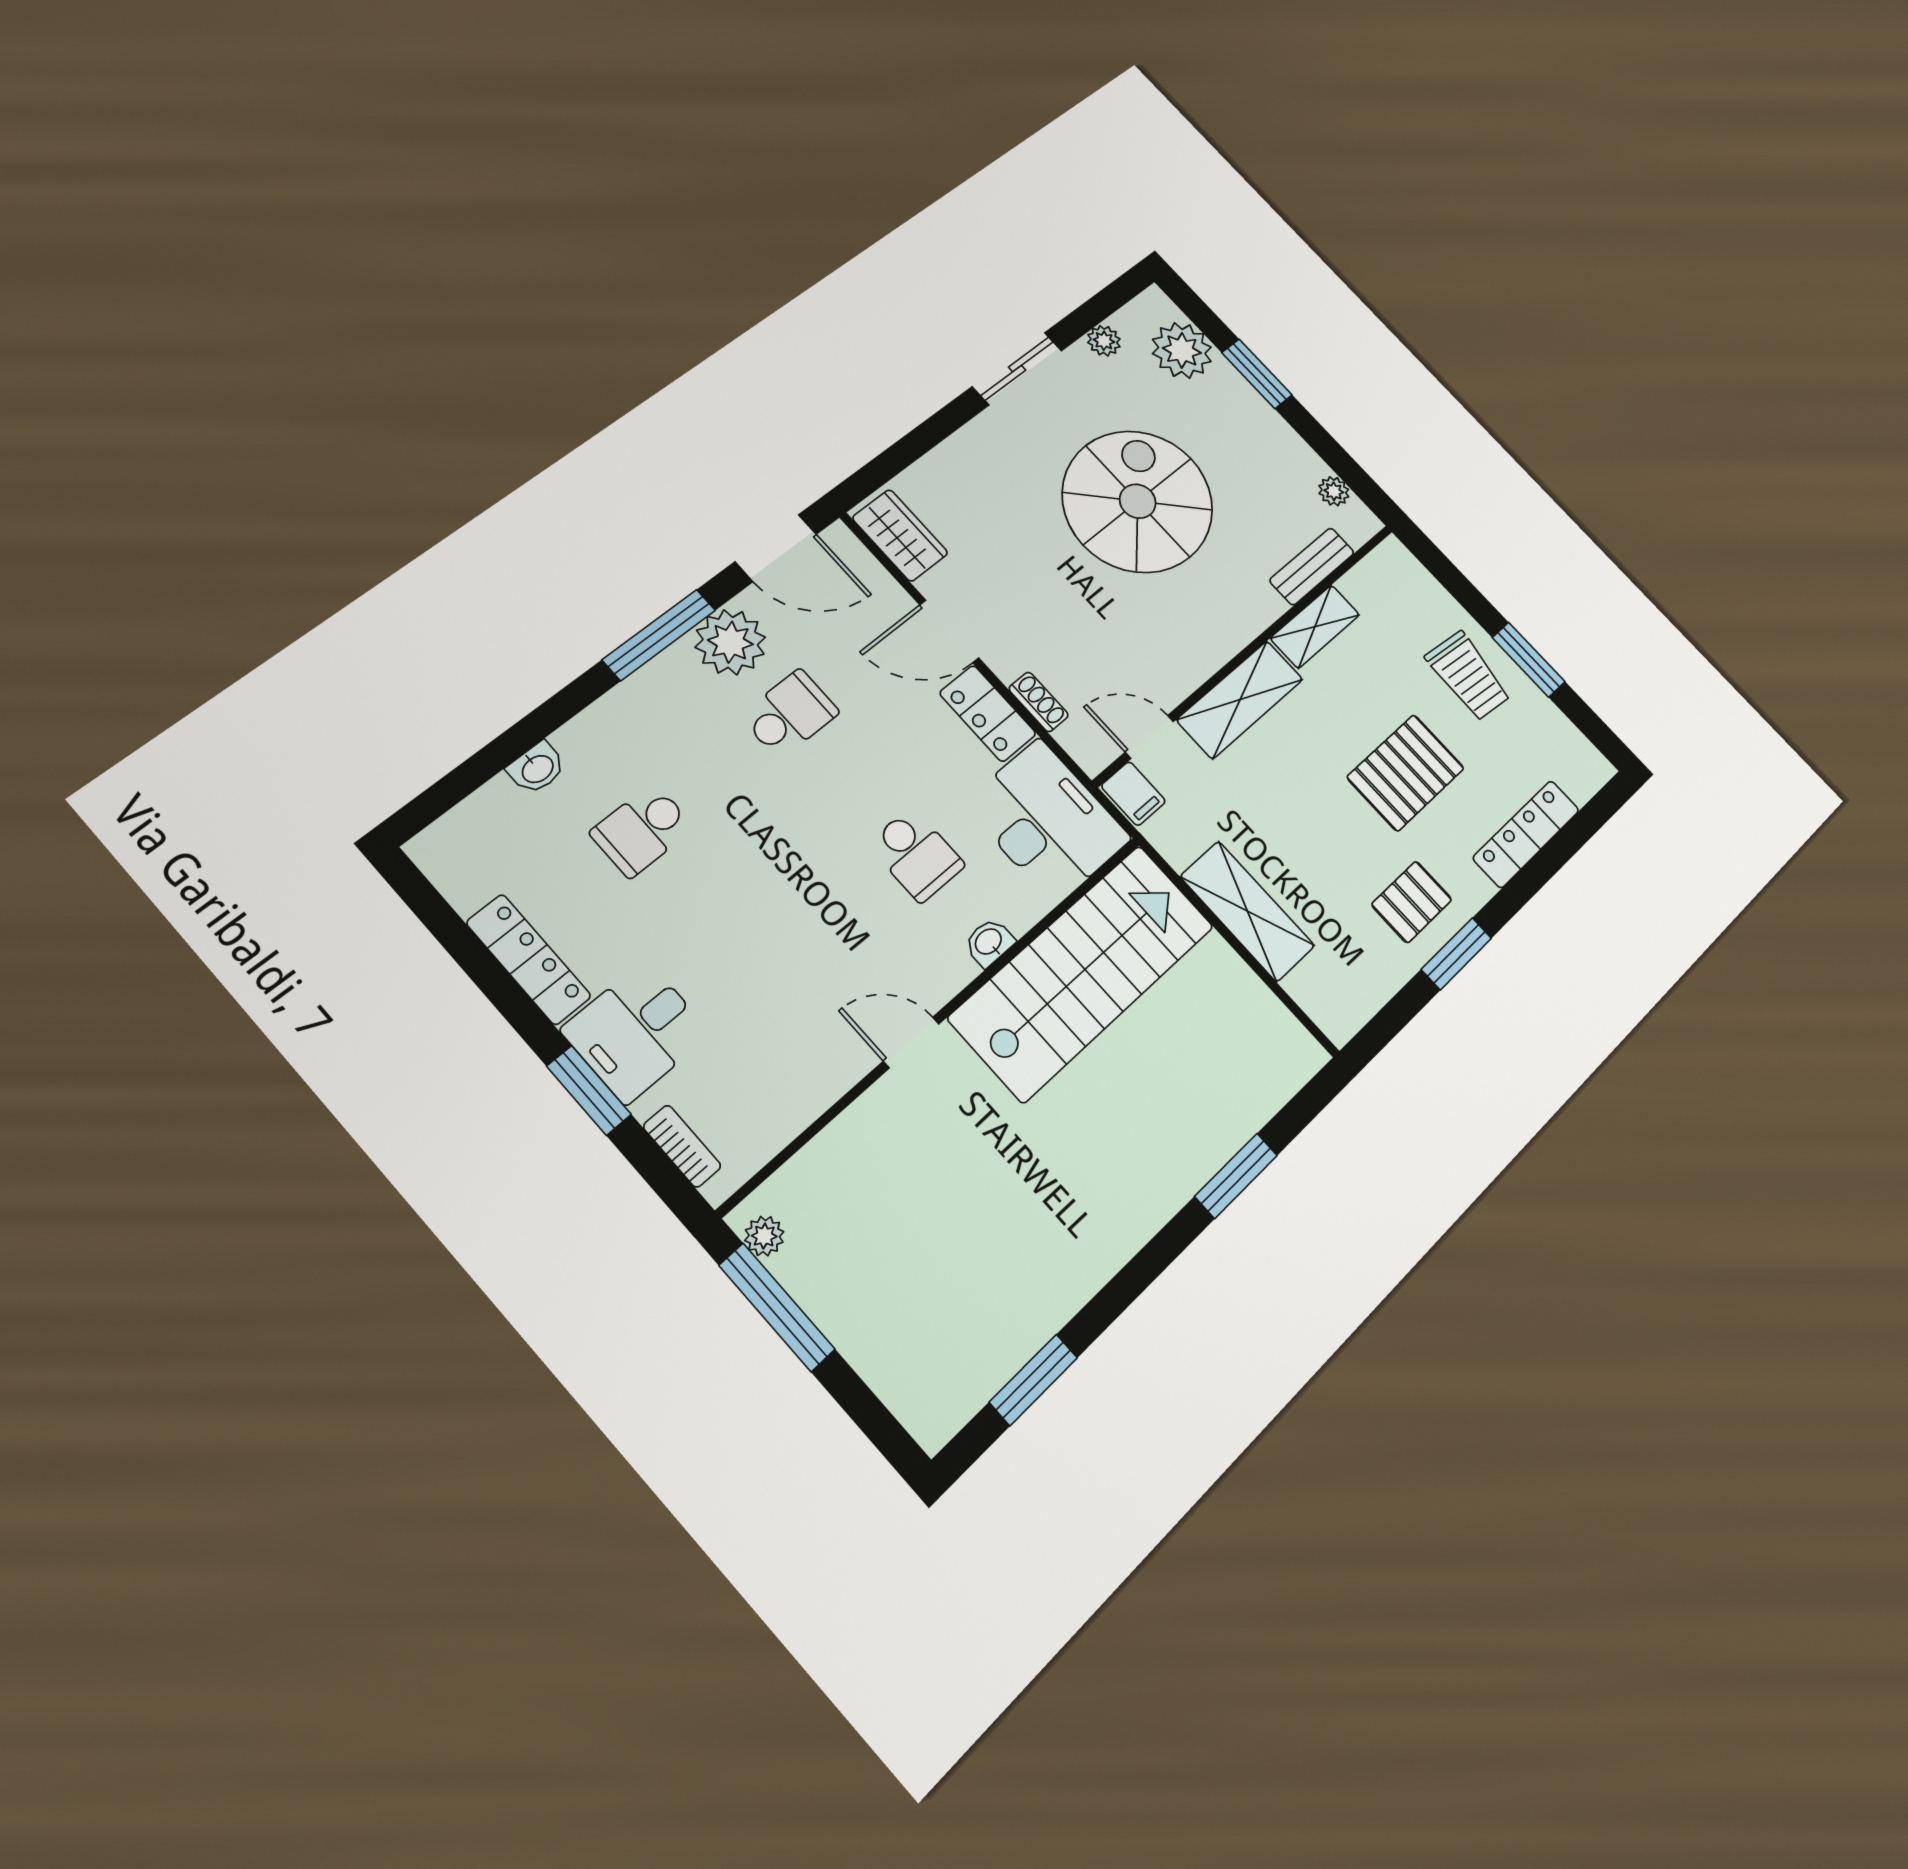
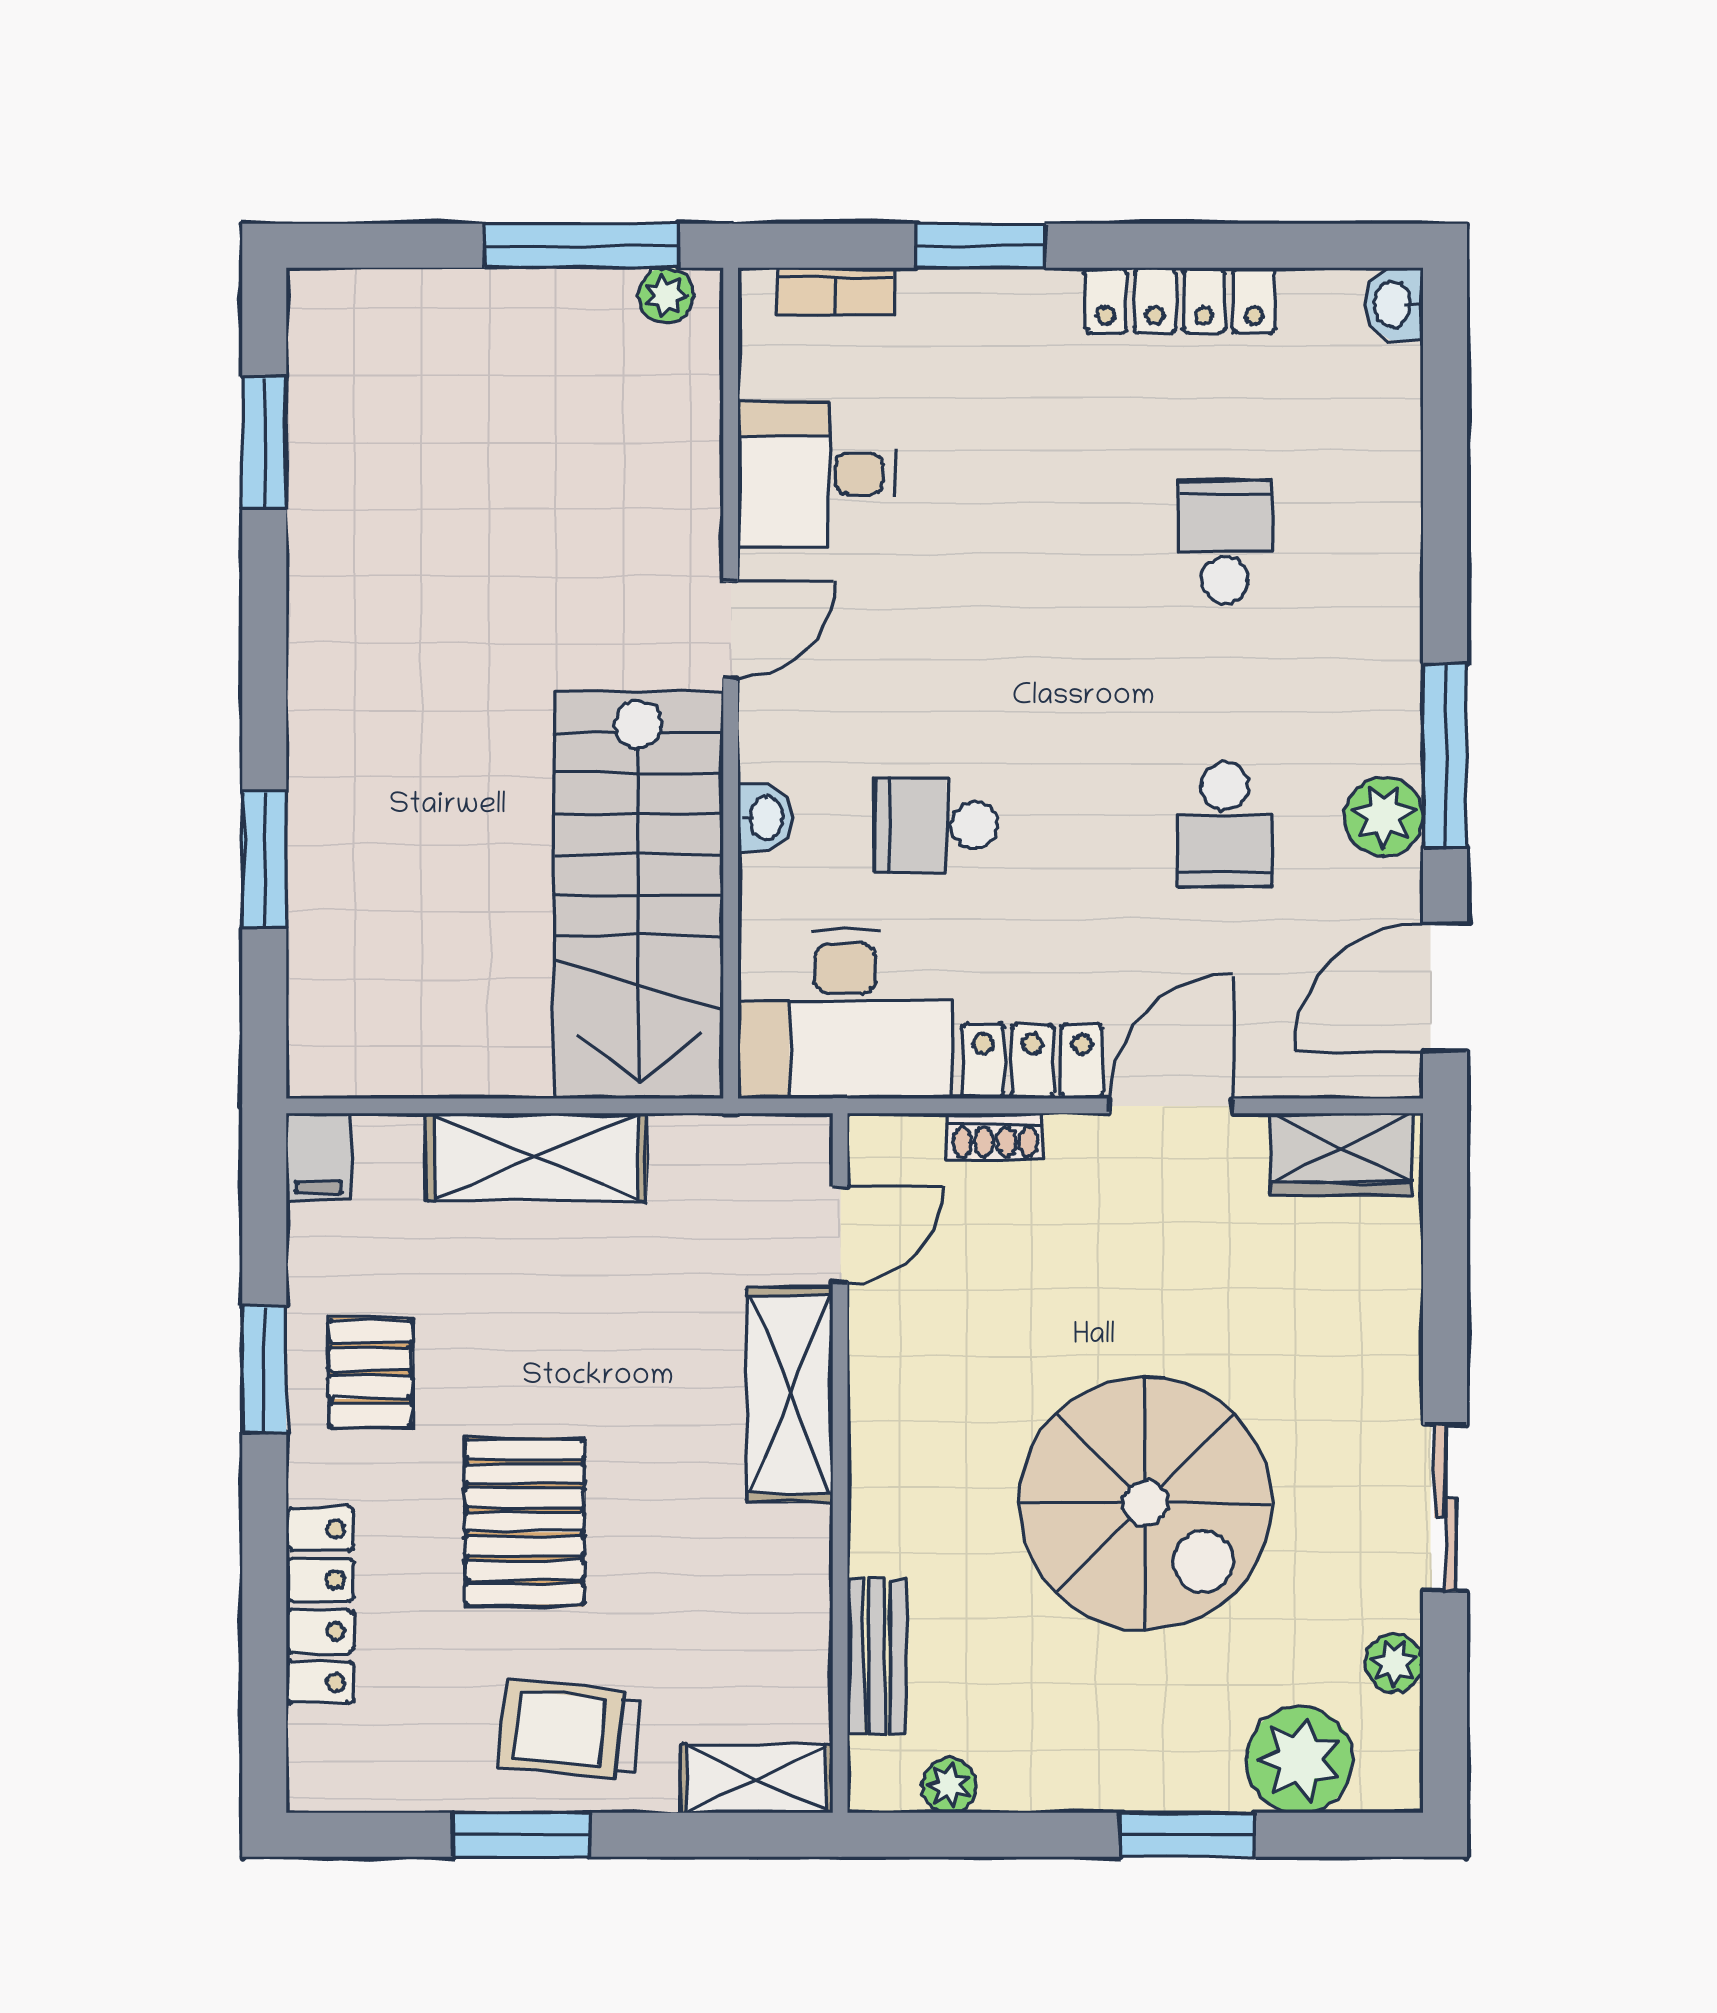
shelving: (1315, 627) -> (757, 1779), moved, turned 90
plant: (730, 642) -> (1384, 817), width x0.73, depth x0.73
washbasin: (537, 768) -> (1394, 304), moved
filing cabinet: (1133, 794) -> (319, 1157), moved, turned -90
desk: (636, 1032) -> (817, 474), moved, turned -90

